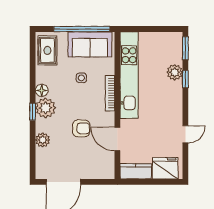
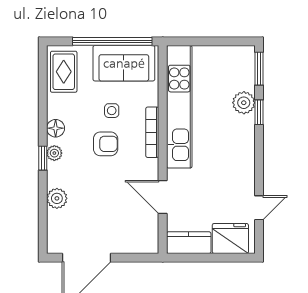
plant: (46, 108) -> (54, 153), width x0.53, depth x0.53
armchair: (81, 128) -> (106, 144), moved
door: (185, 134) -> (259, 208), moved

